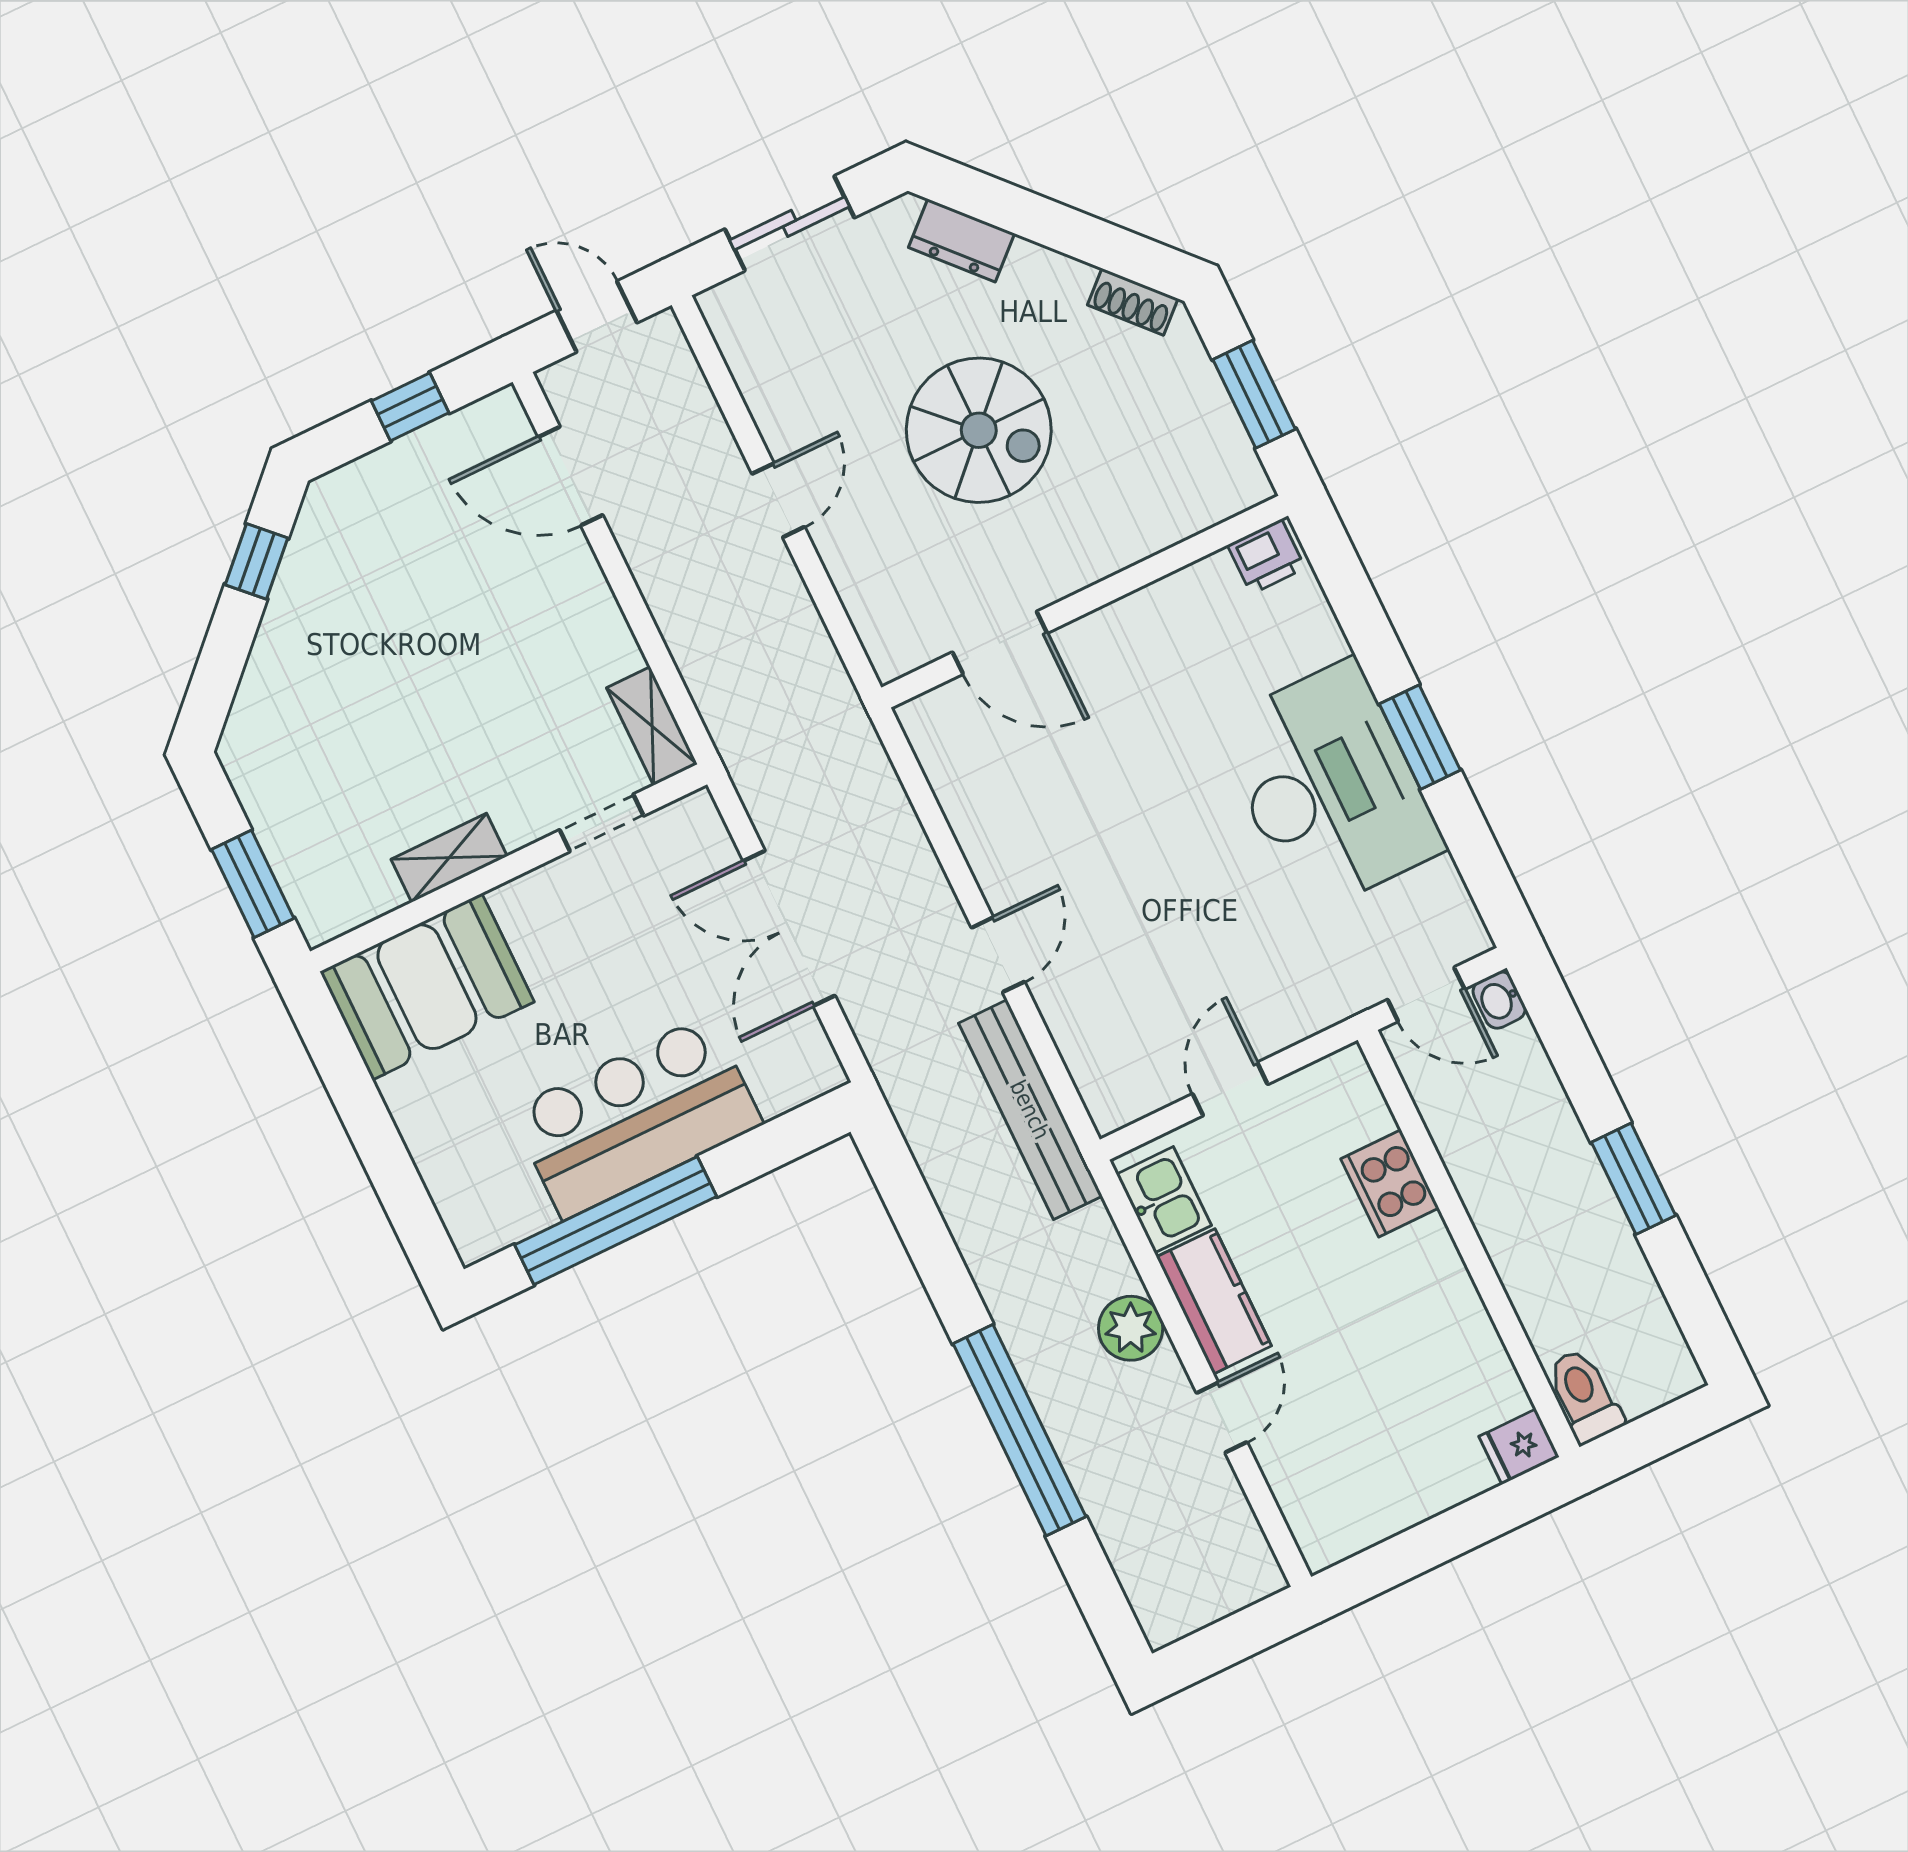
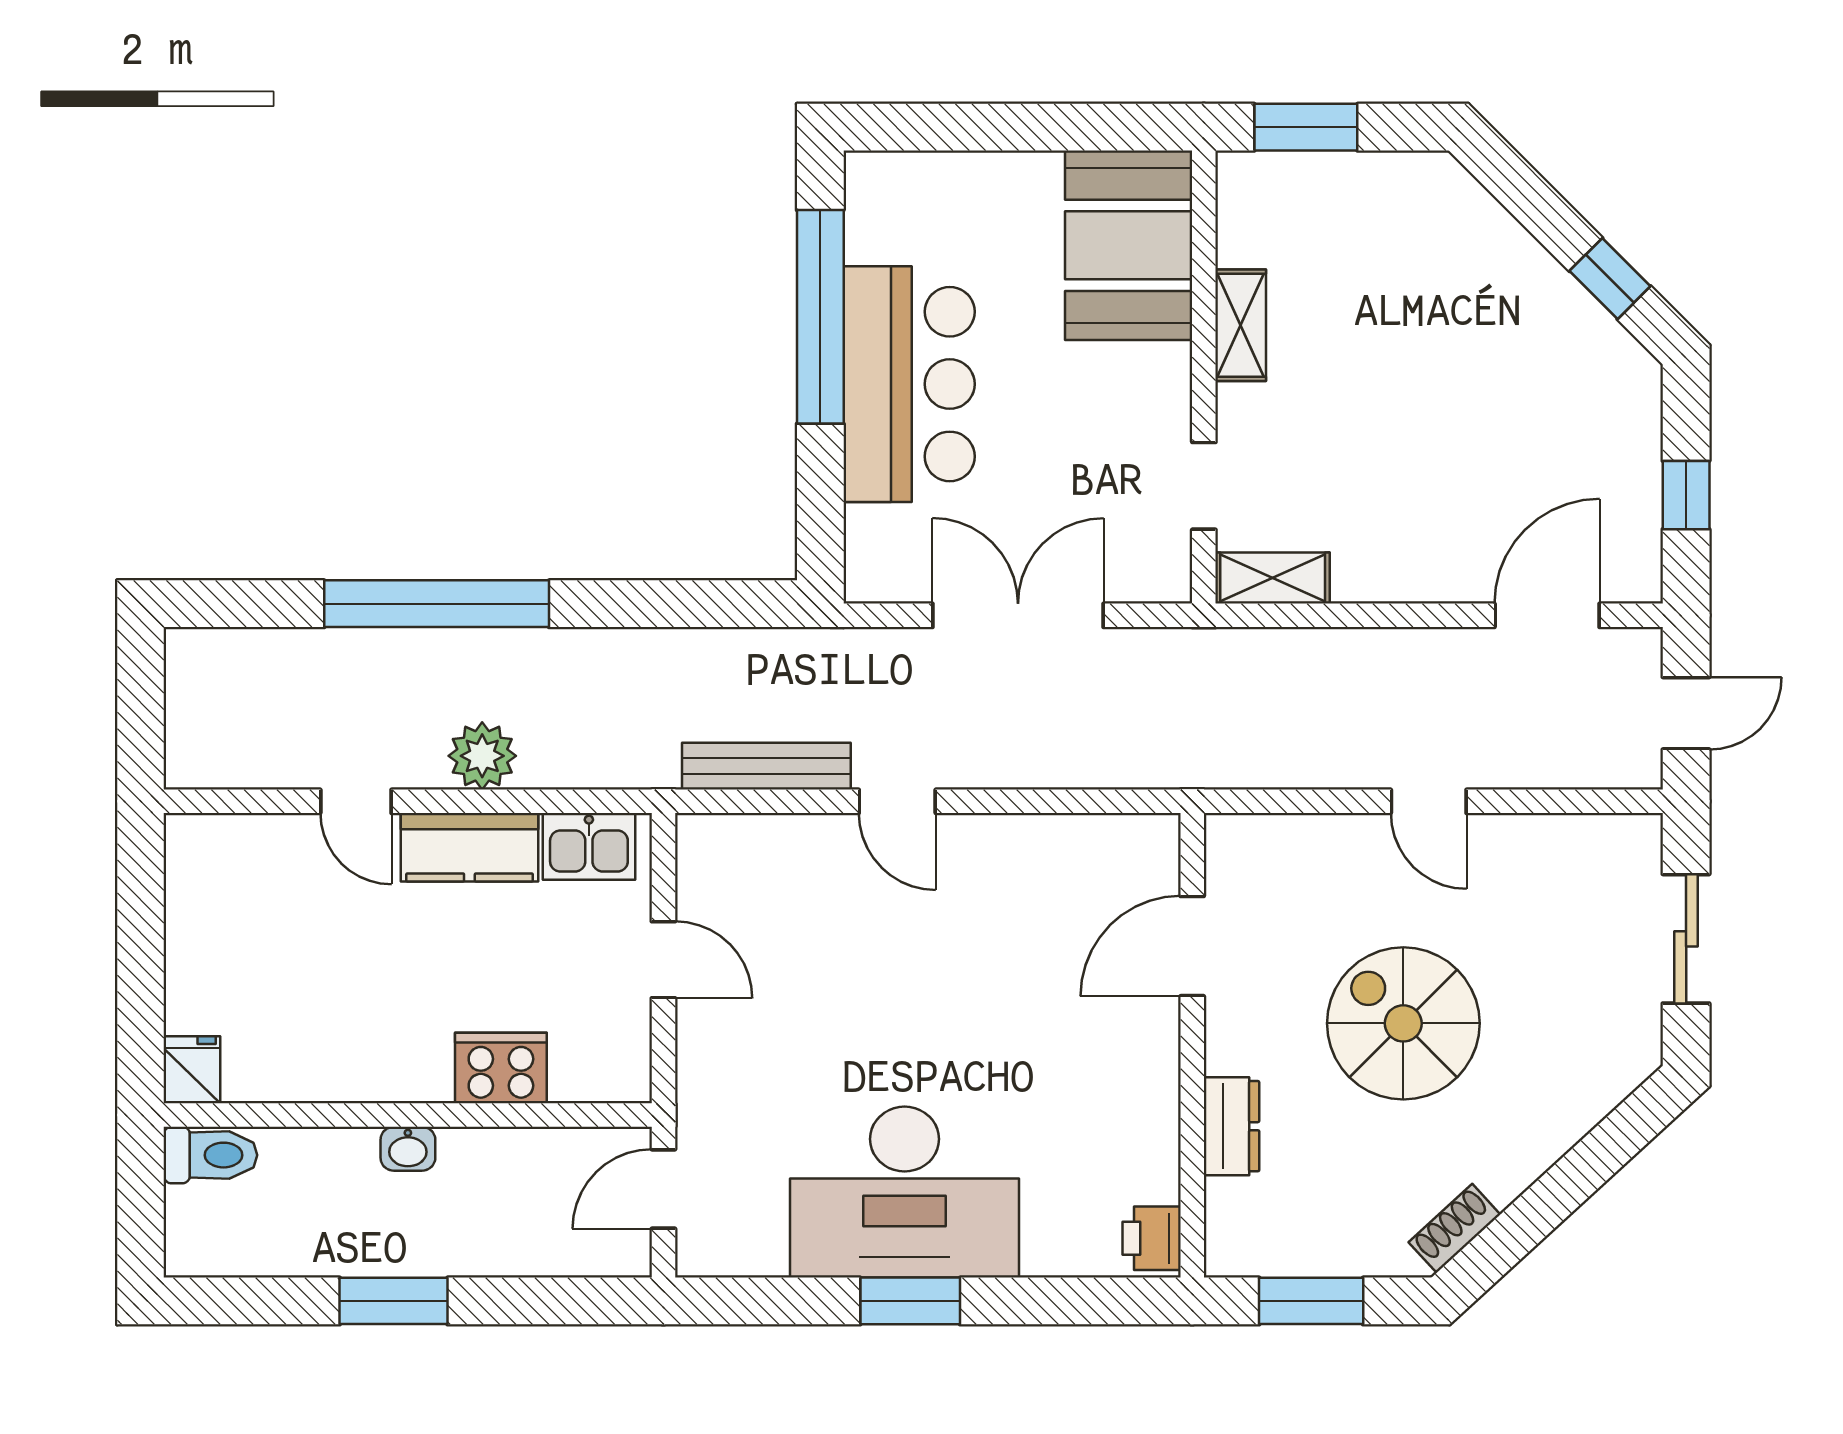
dresser: (962, 240) -> (1231, 1126), moved, turned 133
spiral stairs: (979, 430) -> (1403, 1023), turned 90
washbasin: (1499, 1000) -> (408, 1149), moved, turned 180
bench: (1030, 1110) -> (766, 766), width x0.73, depth x0.82

